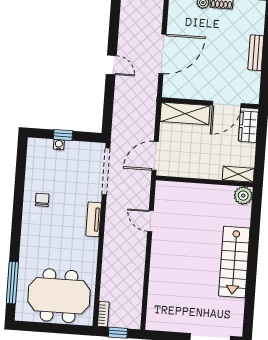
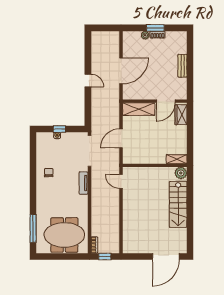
shelving: (238, 174) -> (177, 159), moved
wall: (205, 181) -> (155, 165), moved
plant: (243, 196) -> (181, 173), moved

